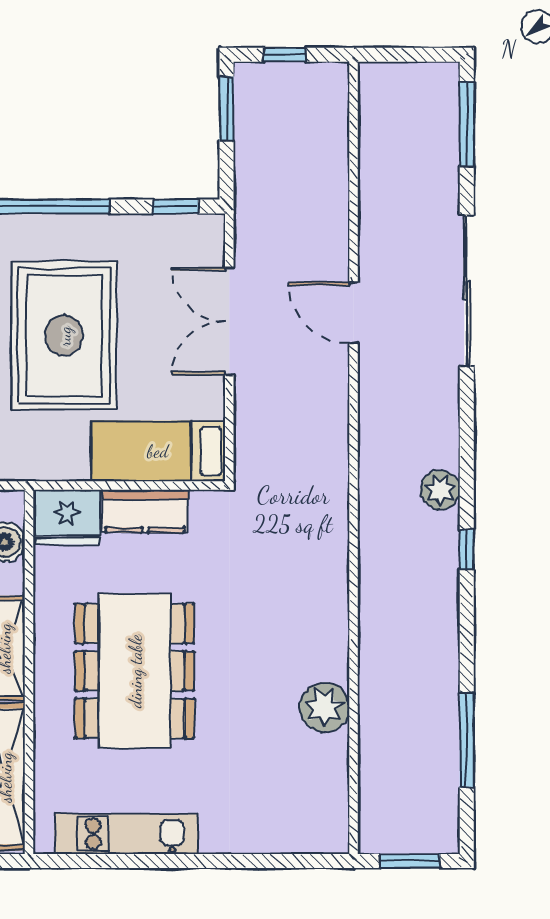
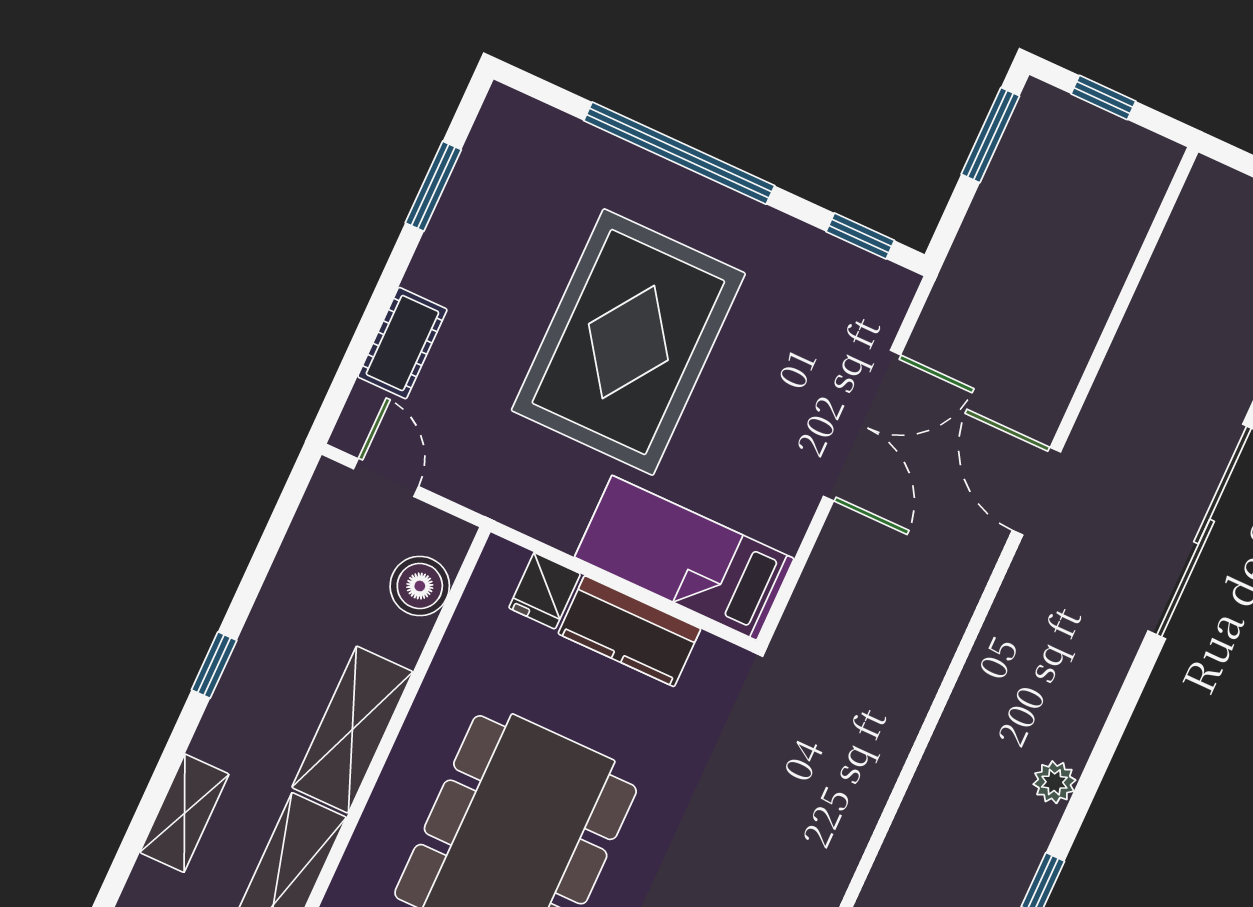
double door: (229, 321) -> (862, 426), swing flipped
plant: (440, 490) -> (1054, 782), width x0.73, depth x0.73
fridge: (67, 517) -> (545, 591), width x0.53, depth x0.75

